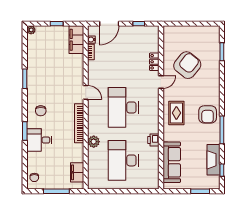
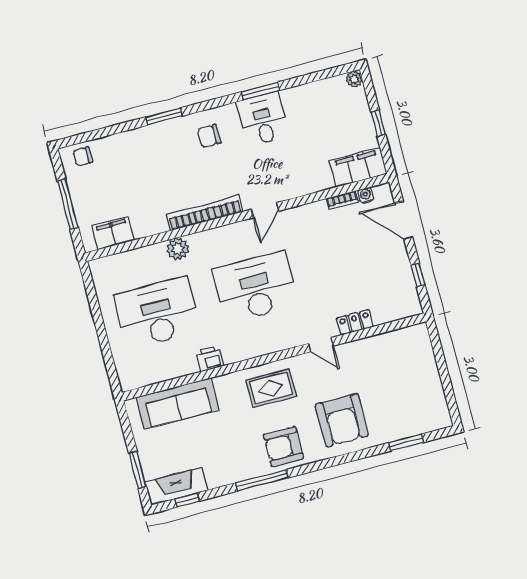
armchair: (187, 65) -> (342, 420), moved, turned 51
desk: (39, 140) -> (263, 119), moved
fireplace: (213, 160) -> (176, 486), moved

